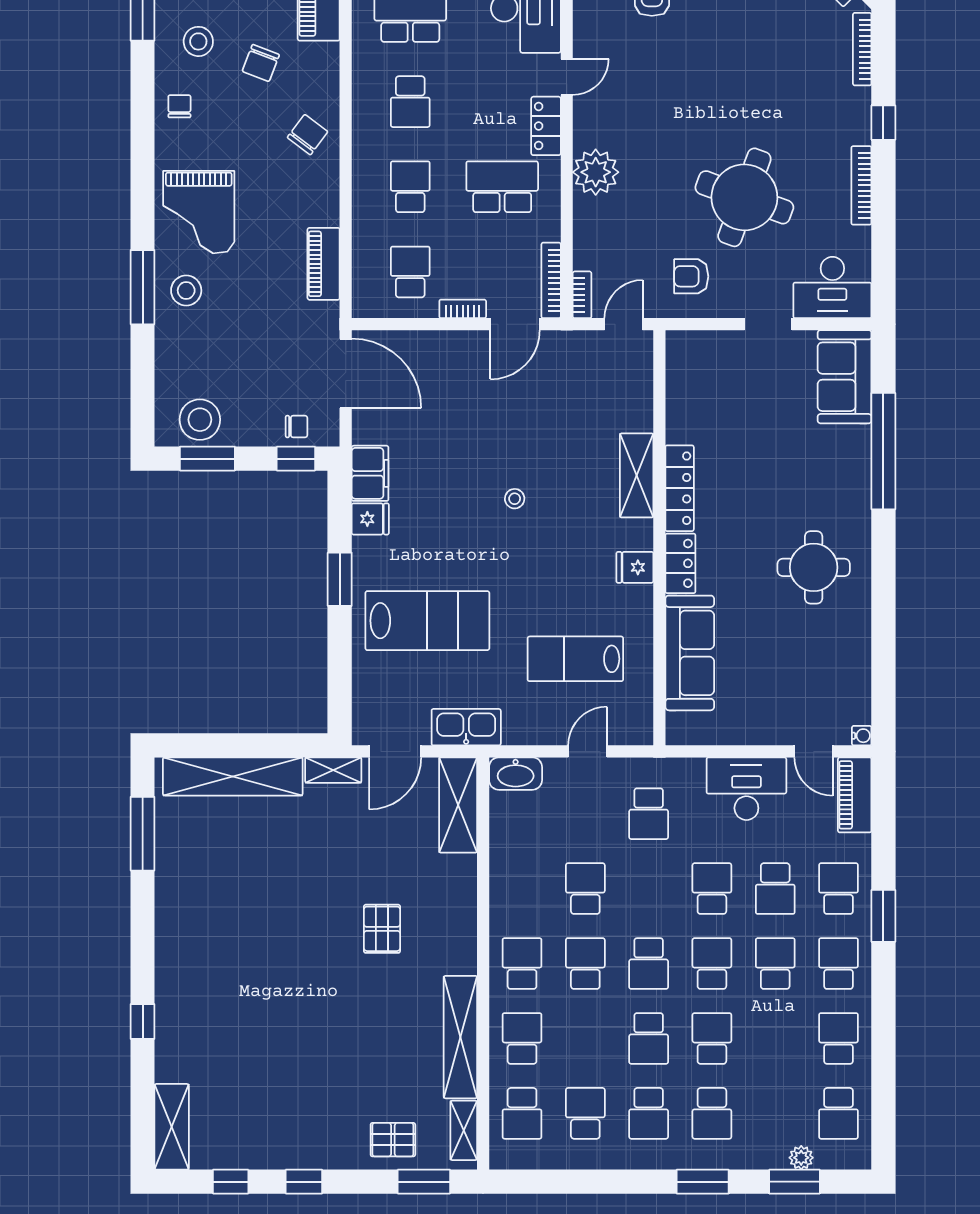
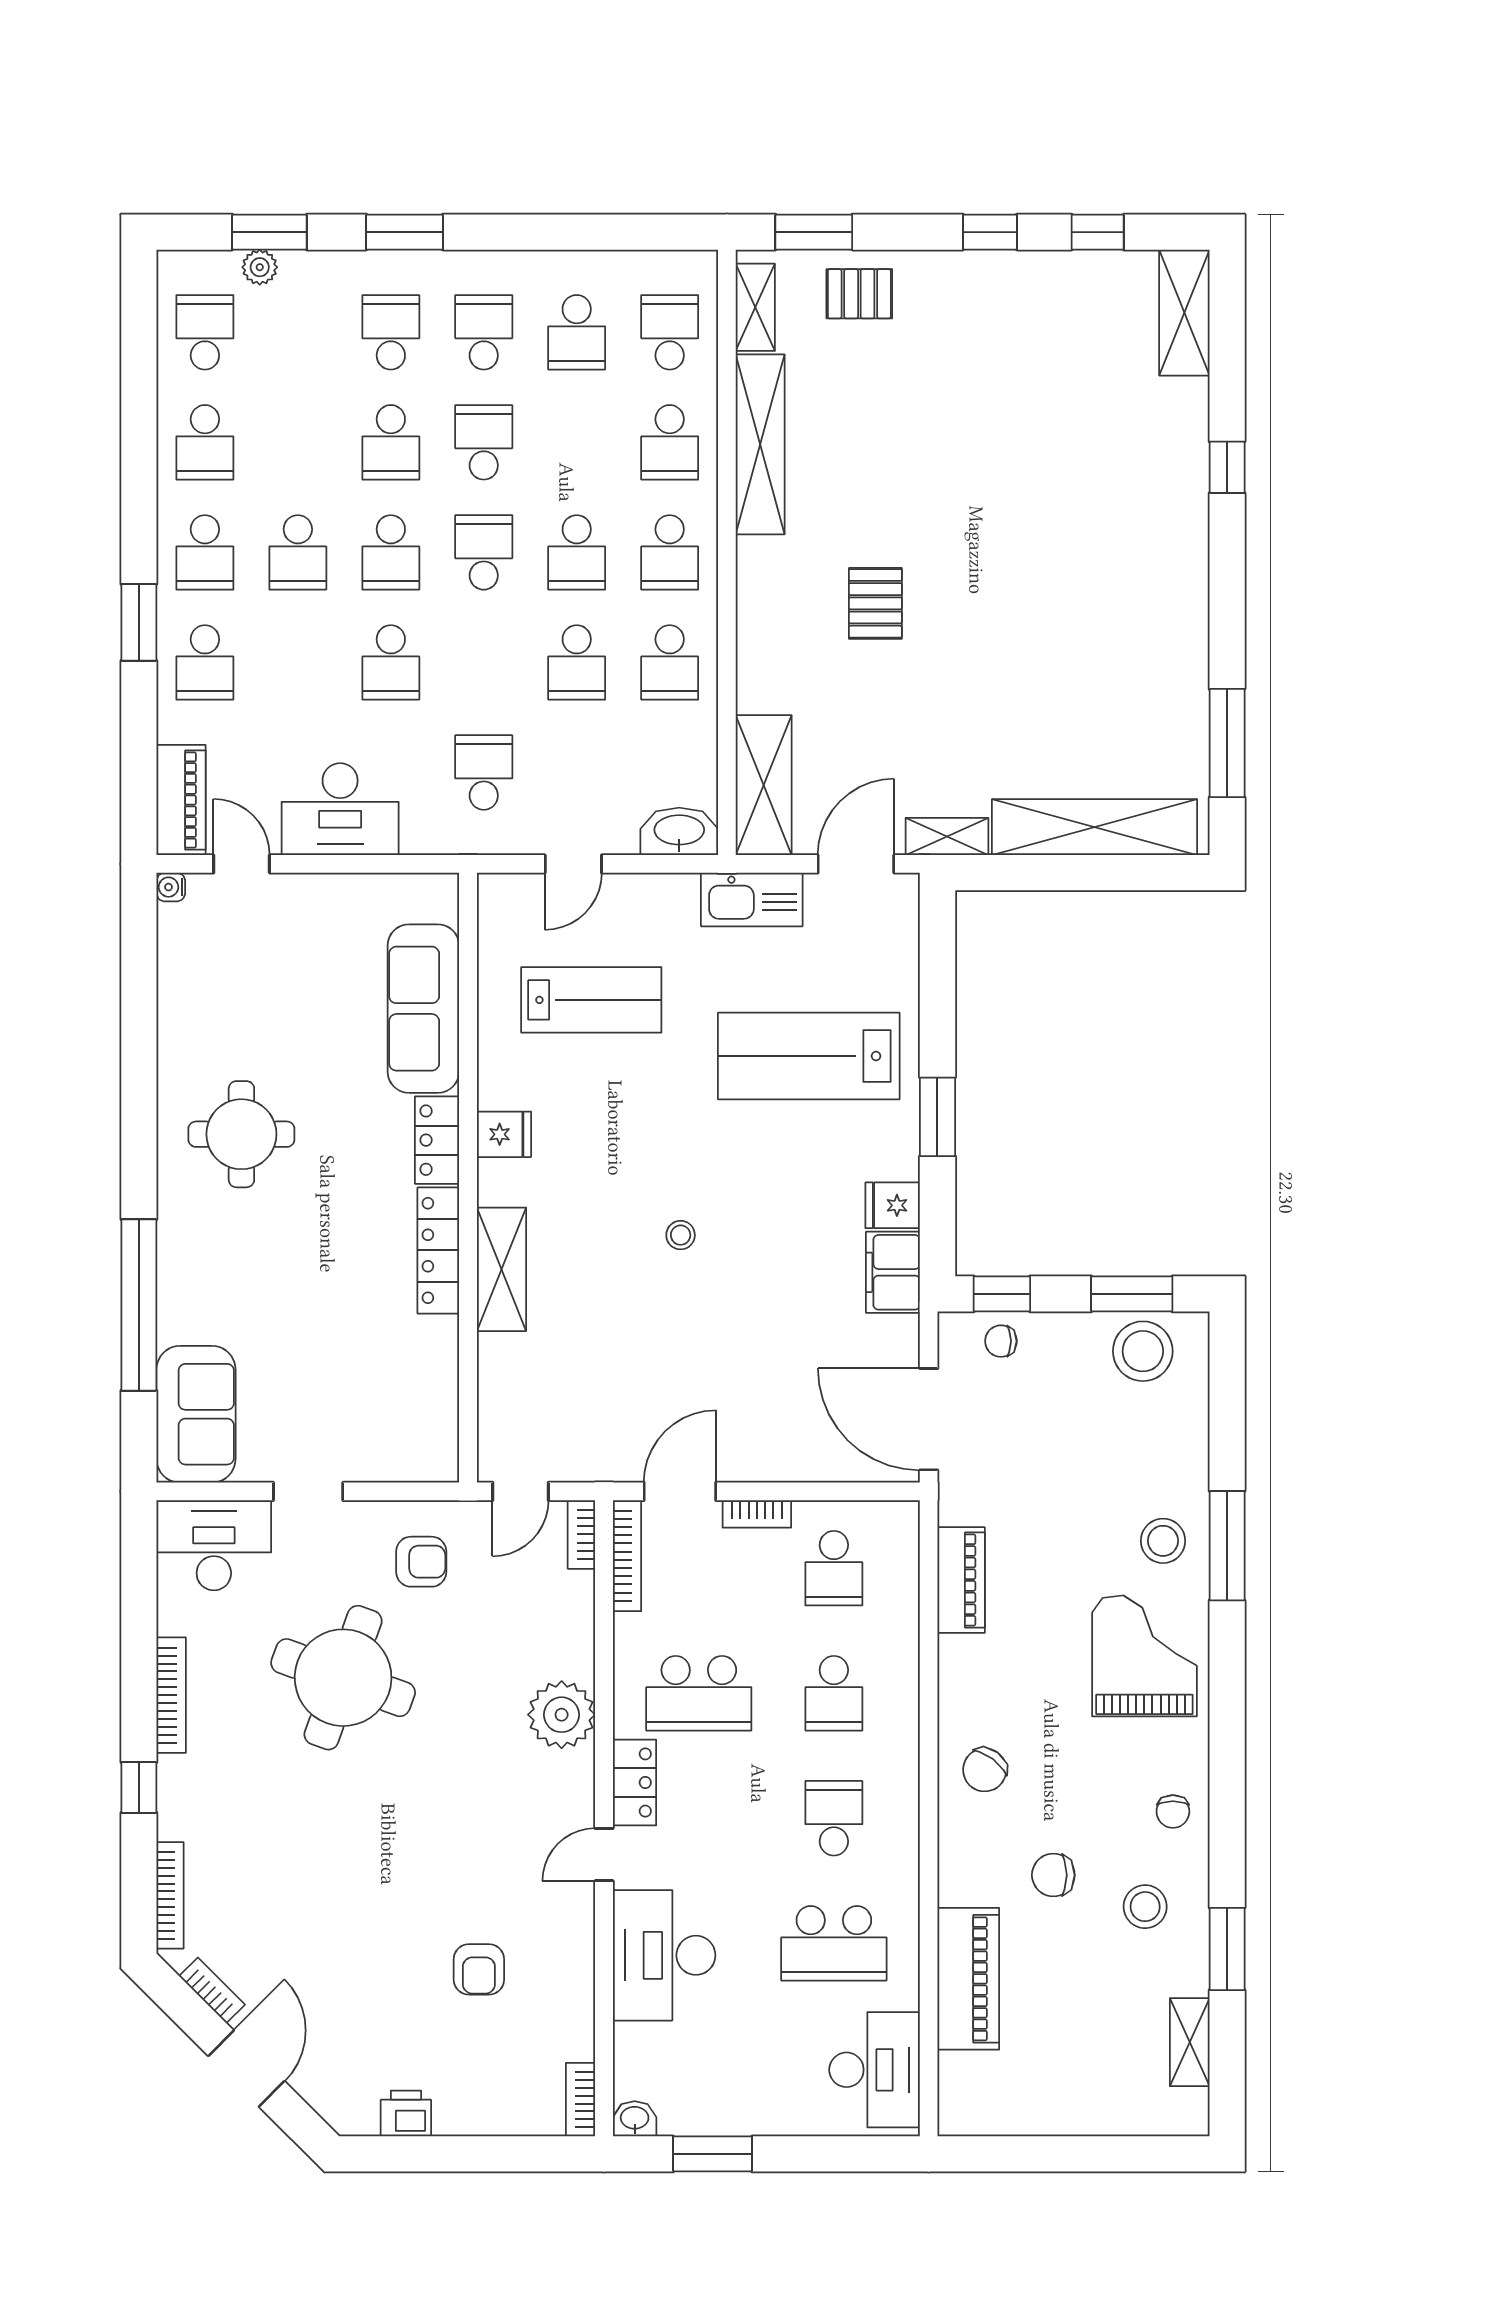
chair: (261, 63) -> (1053, 1875), turned -111
school desk: (775, 889) -> (670, 662), moved, turned 180

